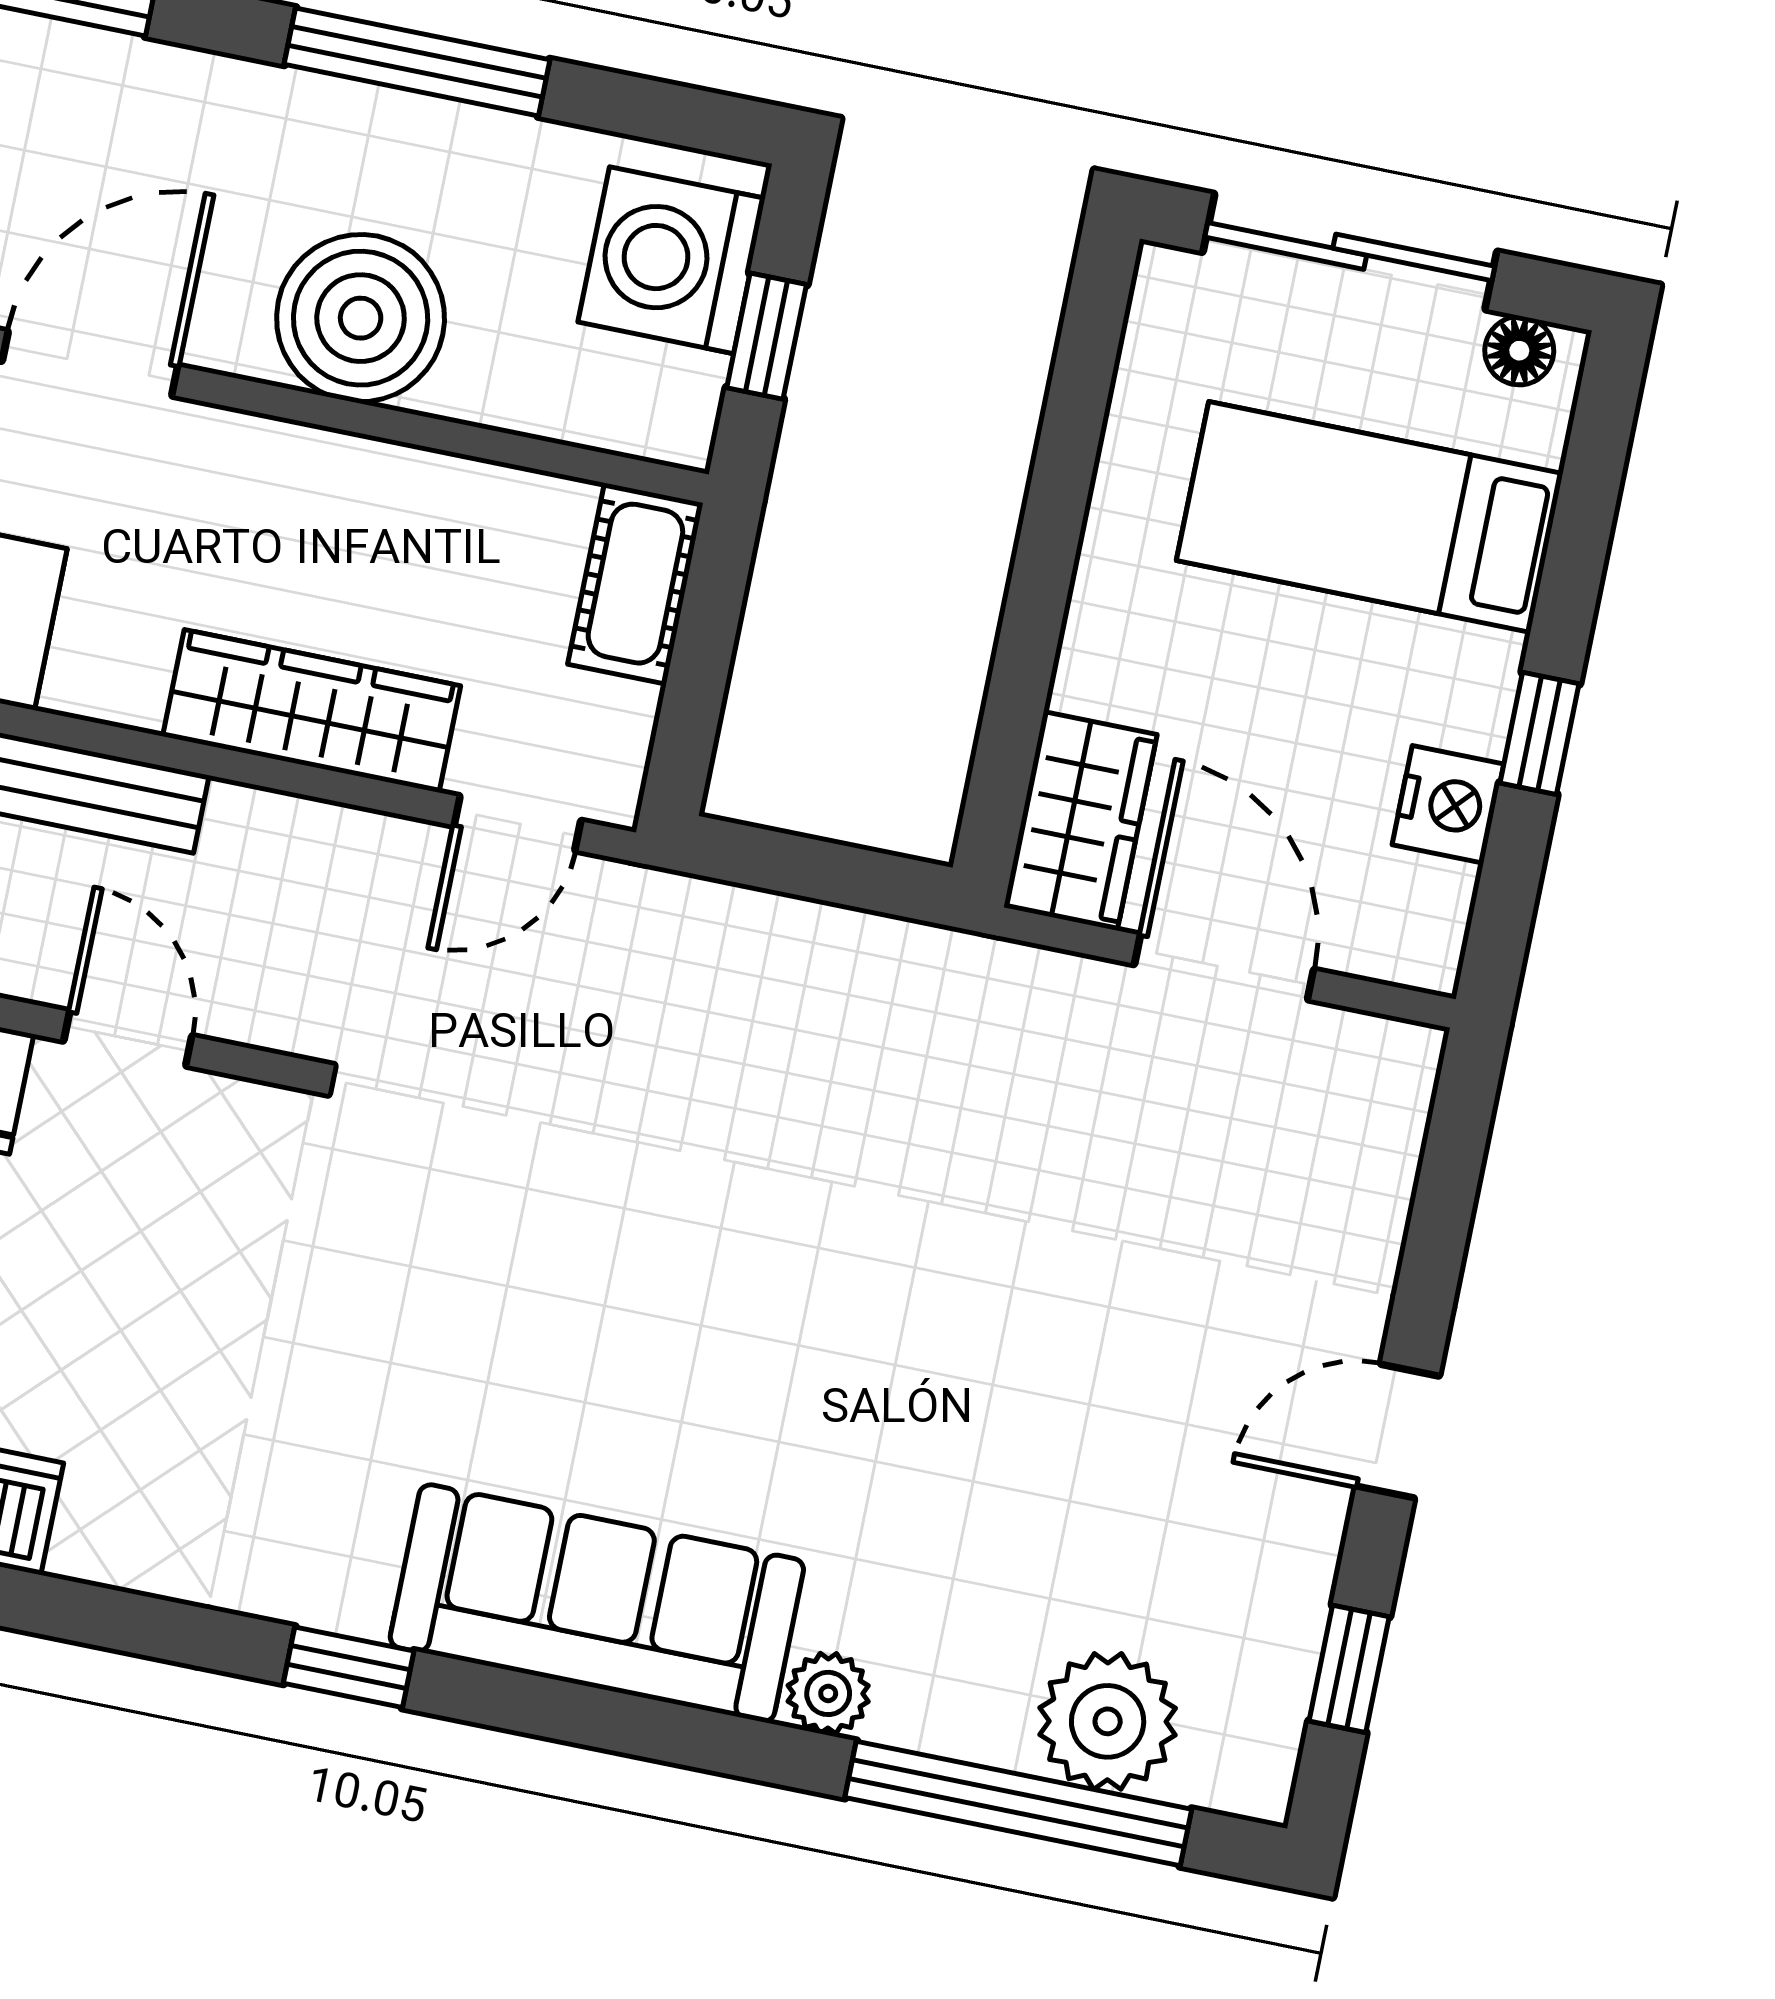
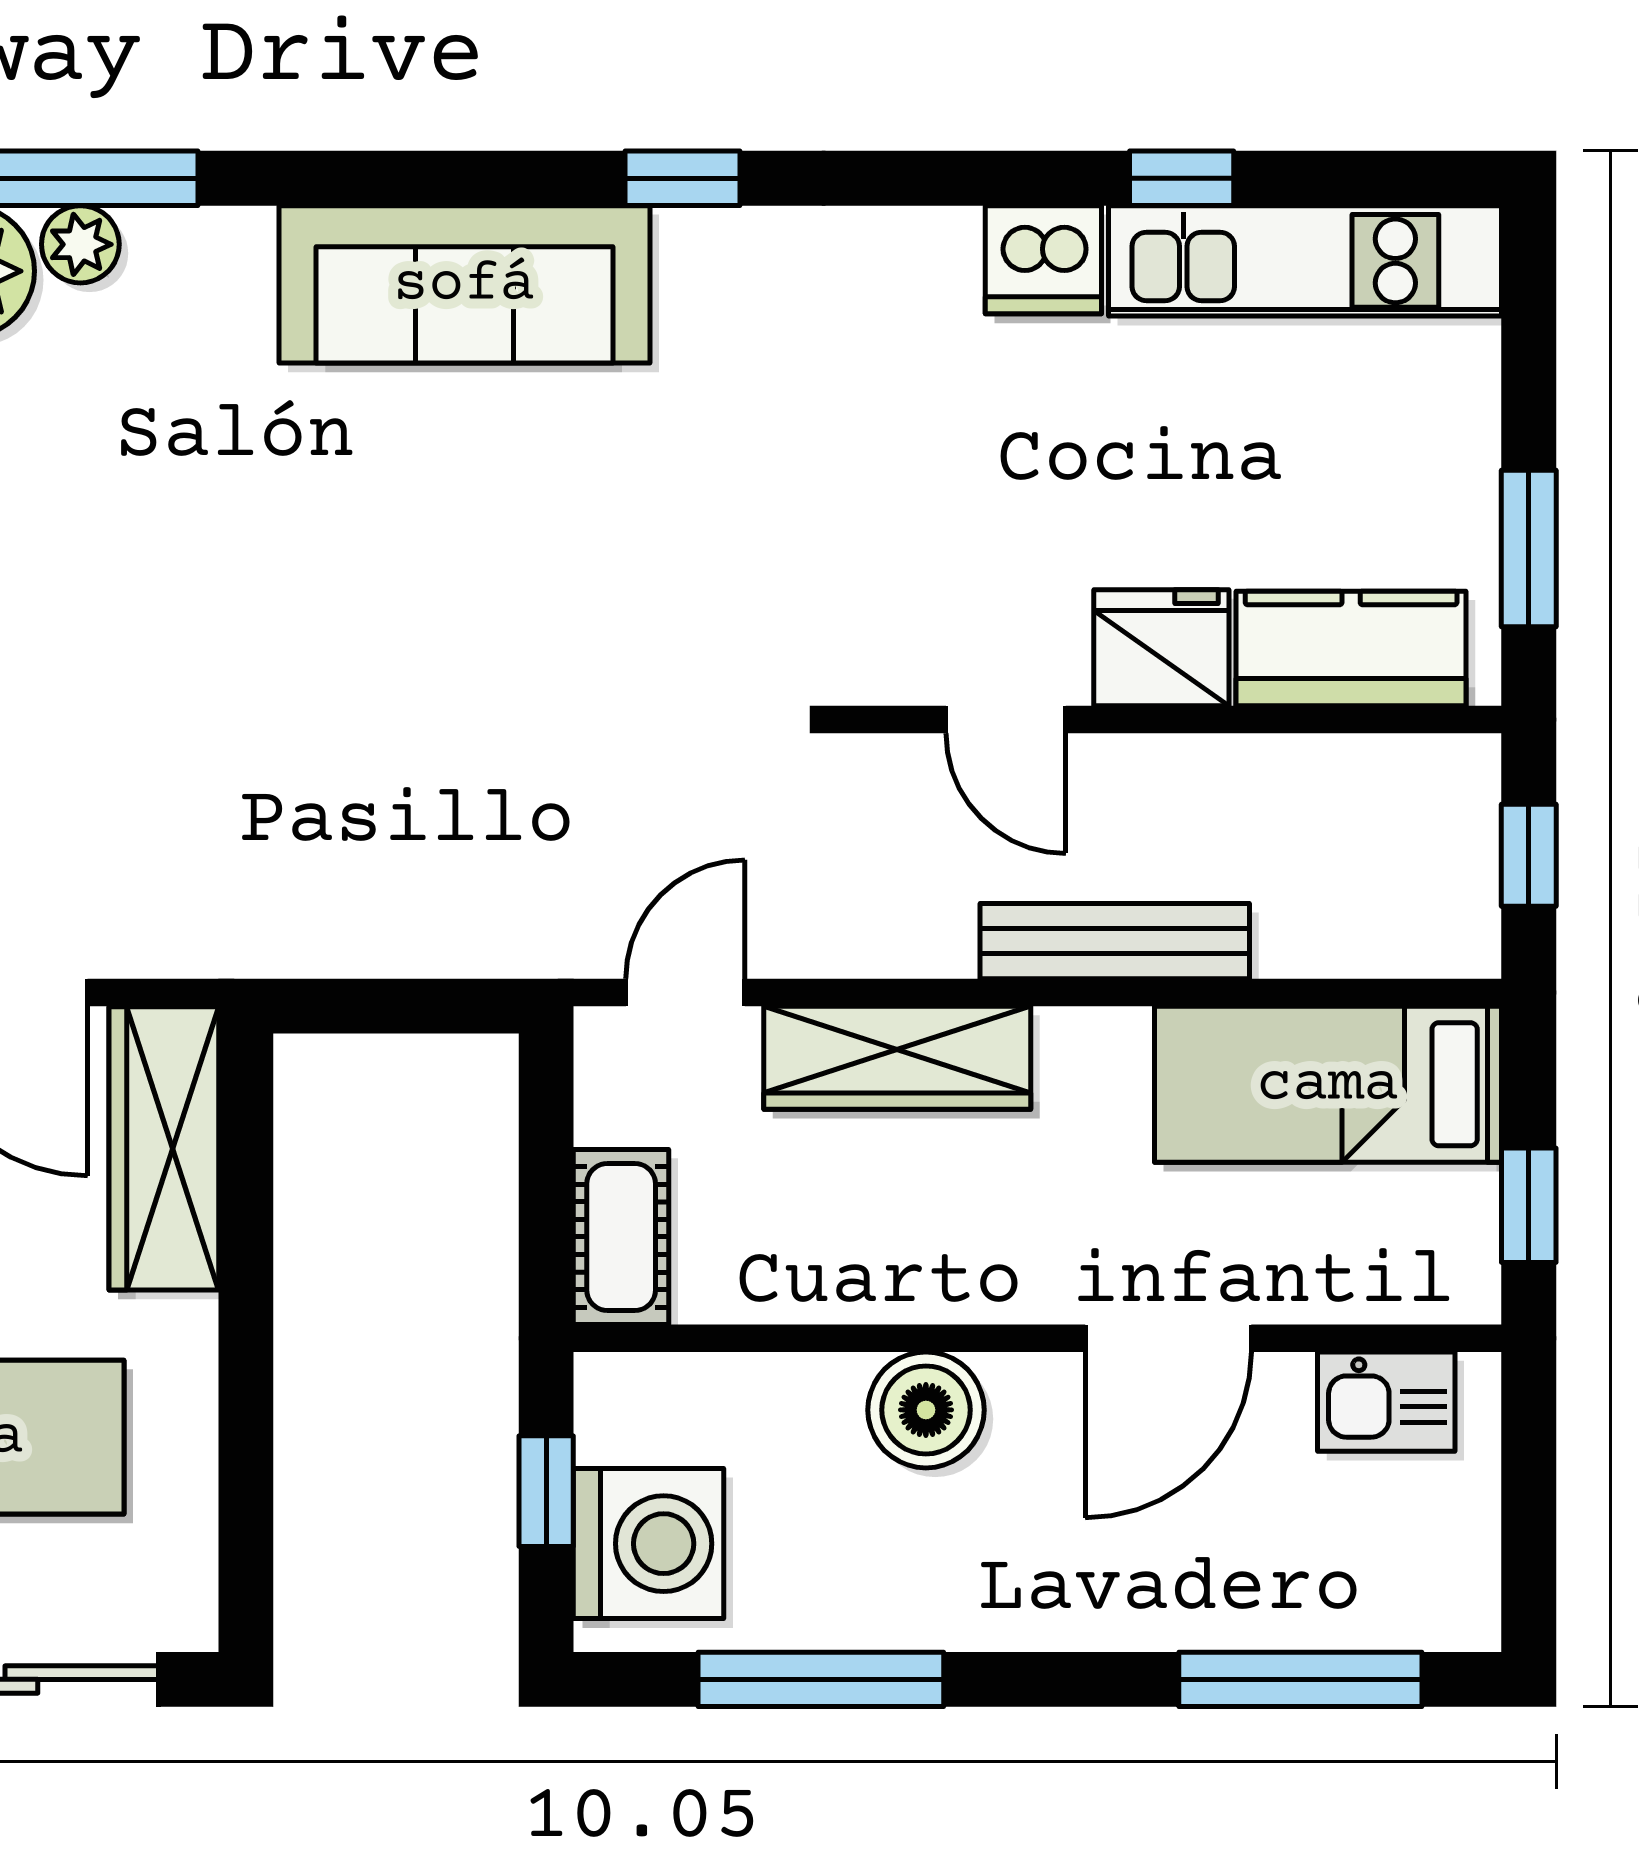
window: (417, 62) -> (821, 1679), moved
boiler: (361, 318) -> (926, 1410), width x0.73, depth x0.73
wardrobe: (1080, 821) -> (164, 1148), width x1.50
plant: (828, 1693) -> (80, 244), moved

